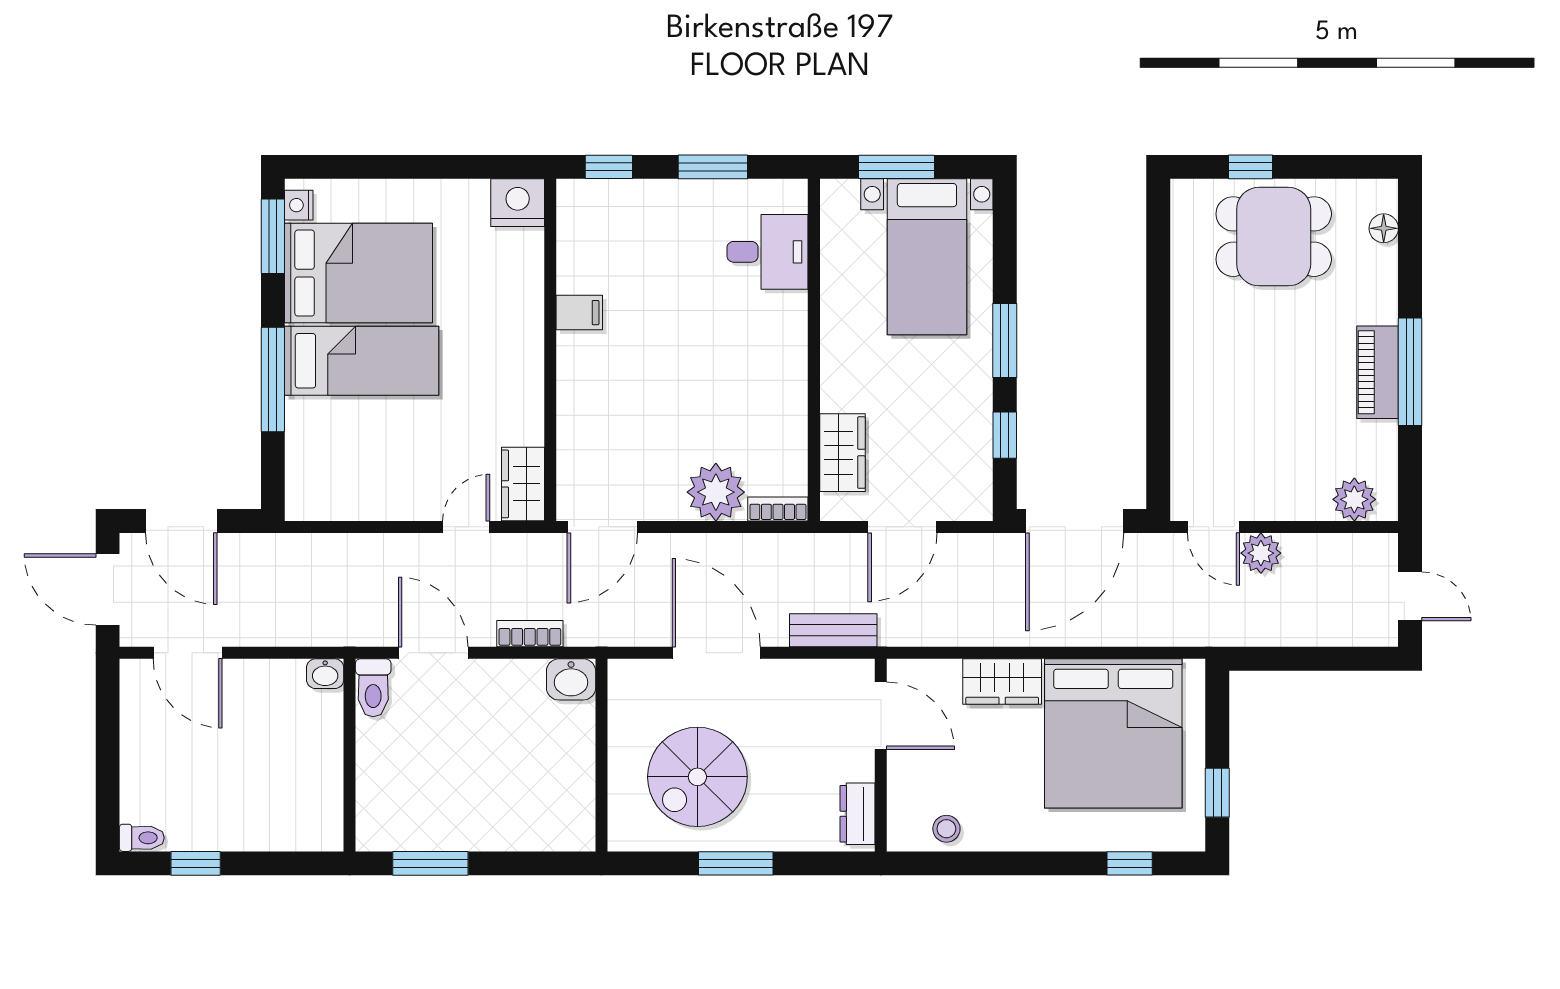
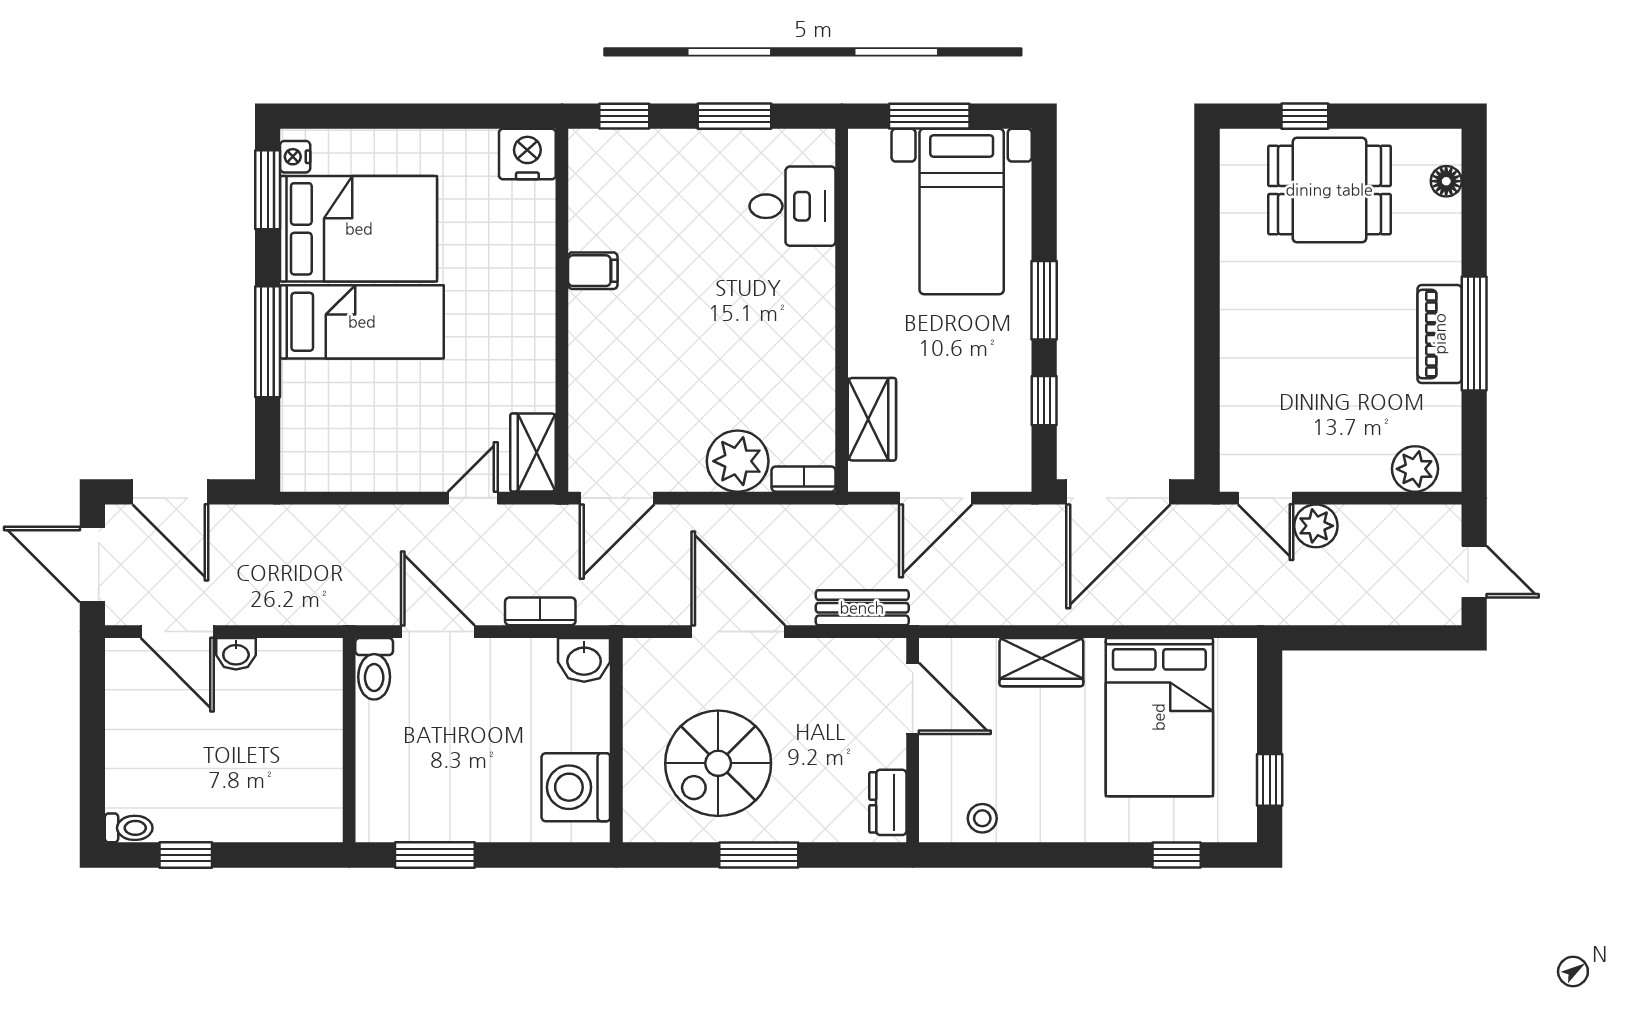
washbasin: (325, 674) -> (236, 654), moved
bed: (1113, 733) -> (1159, 717), width x0.73
washing machine: (563, 799) -> (576, 787), added

